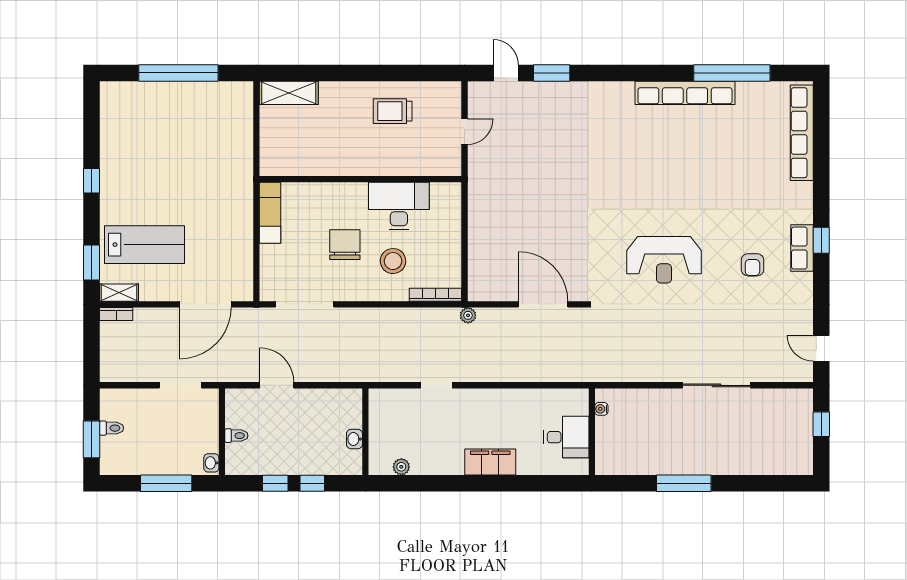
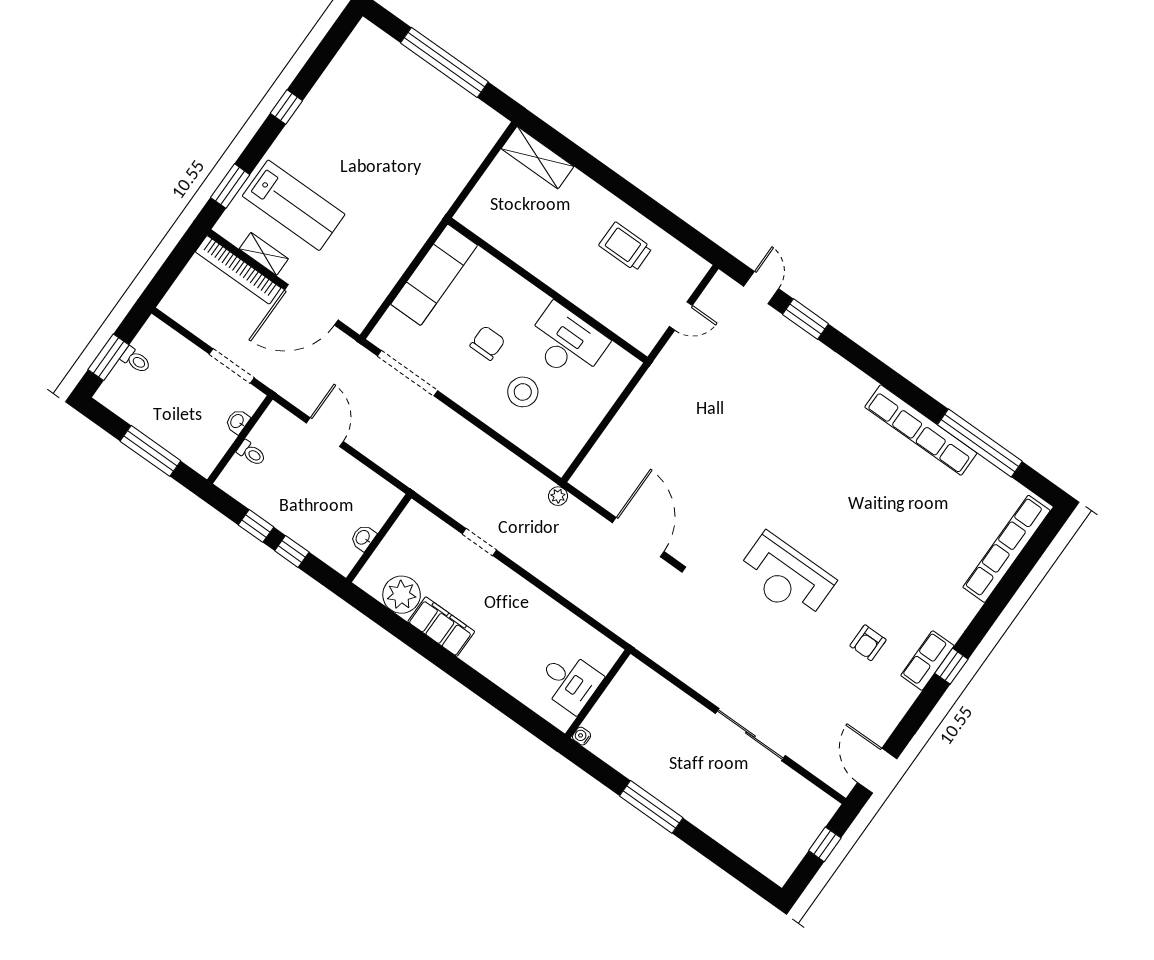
exam couch: (270, 213) -> (434, 275), width x1.36, depth x1.45
chair: (345, 245) -> (487, 343), width x0.73, depth x0.73
shelving: (119, 293) -> (264, 254), moved
bookcase: (435, 295) -> (541, 454), removed
bookcase: (116, 314) -> (238, 270), width x2.31, depth x1.31
door: (821, 348) -> (877, 771), width x1.38
water cooler: (601, 409) -> (582, 736), moved
filing cabinet: (490, 462) -> (441, 627), moved
washbasin: (211, 463) -> (237, 421), moved
plant: (401, 467) -> (402, 595), width x1.87, depth x1.87

